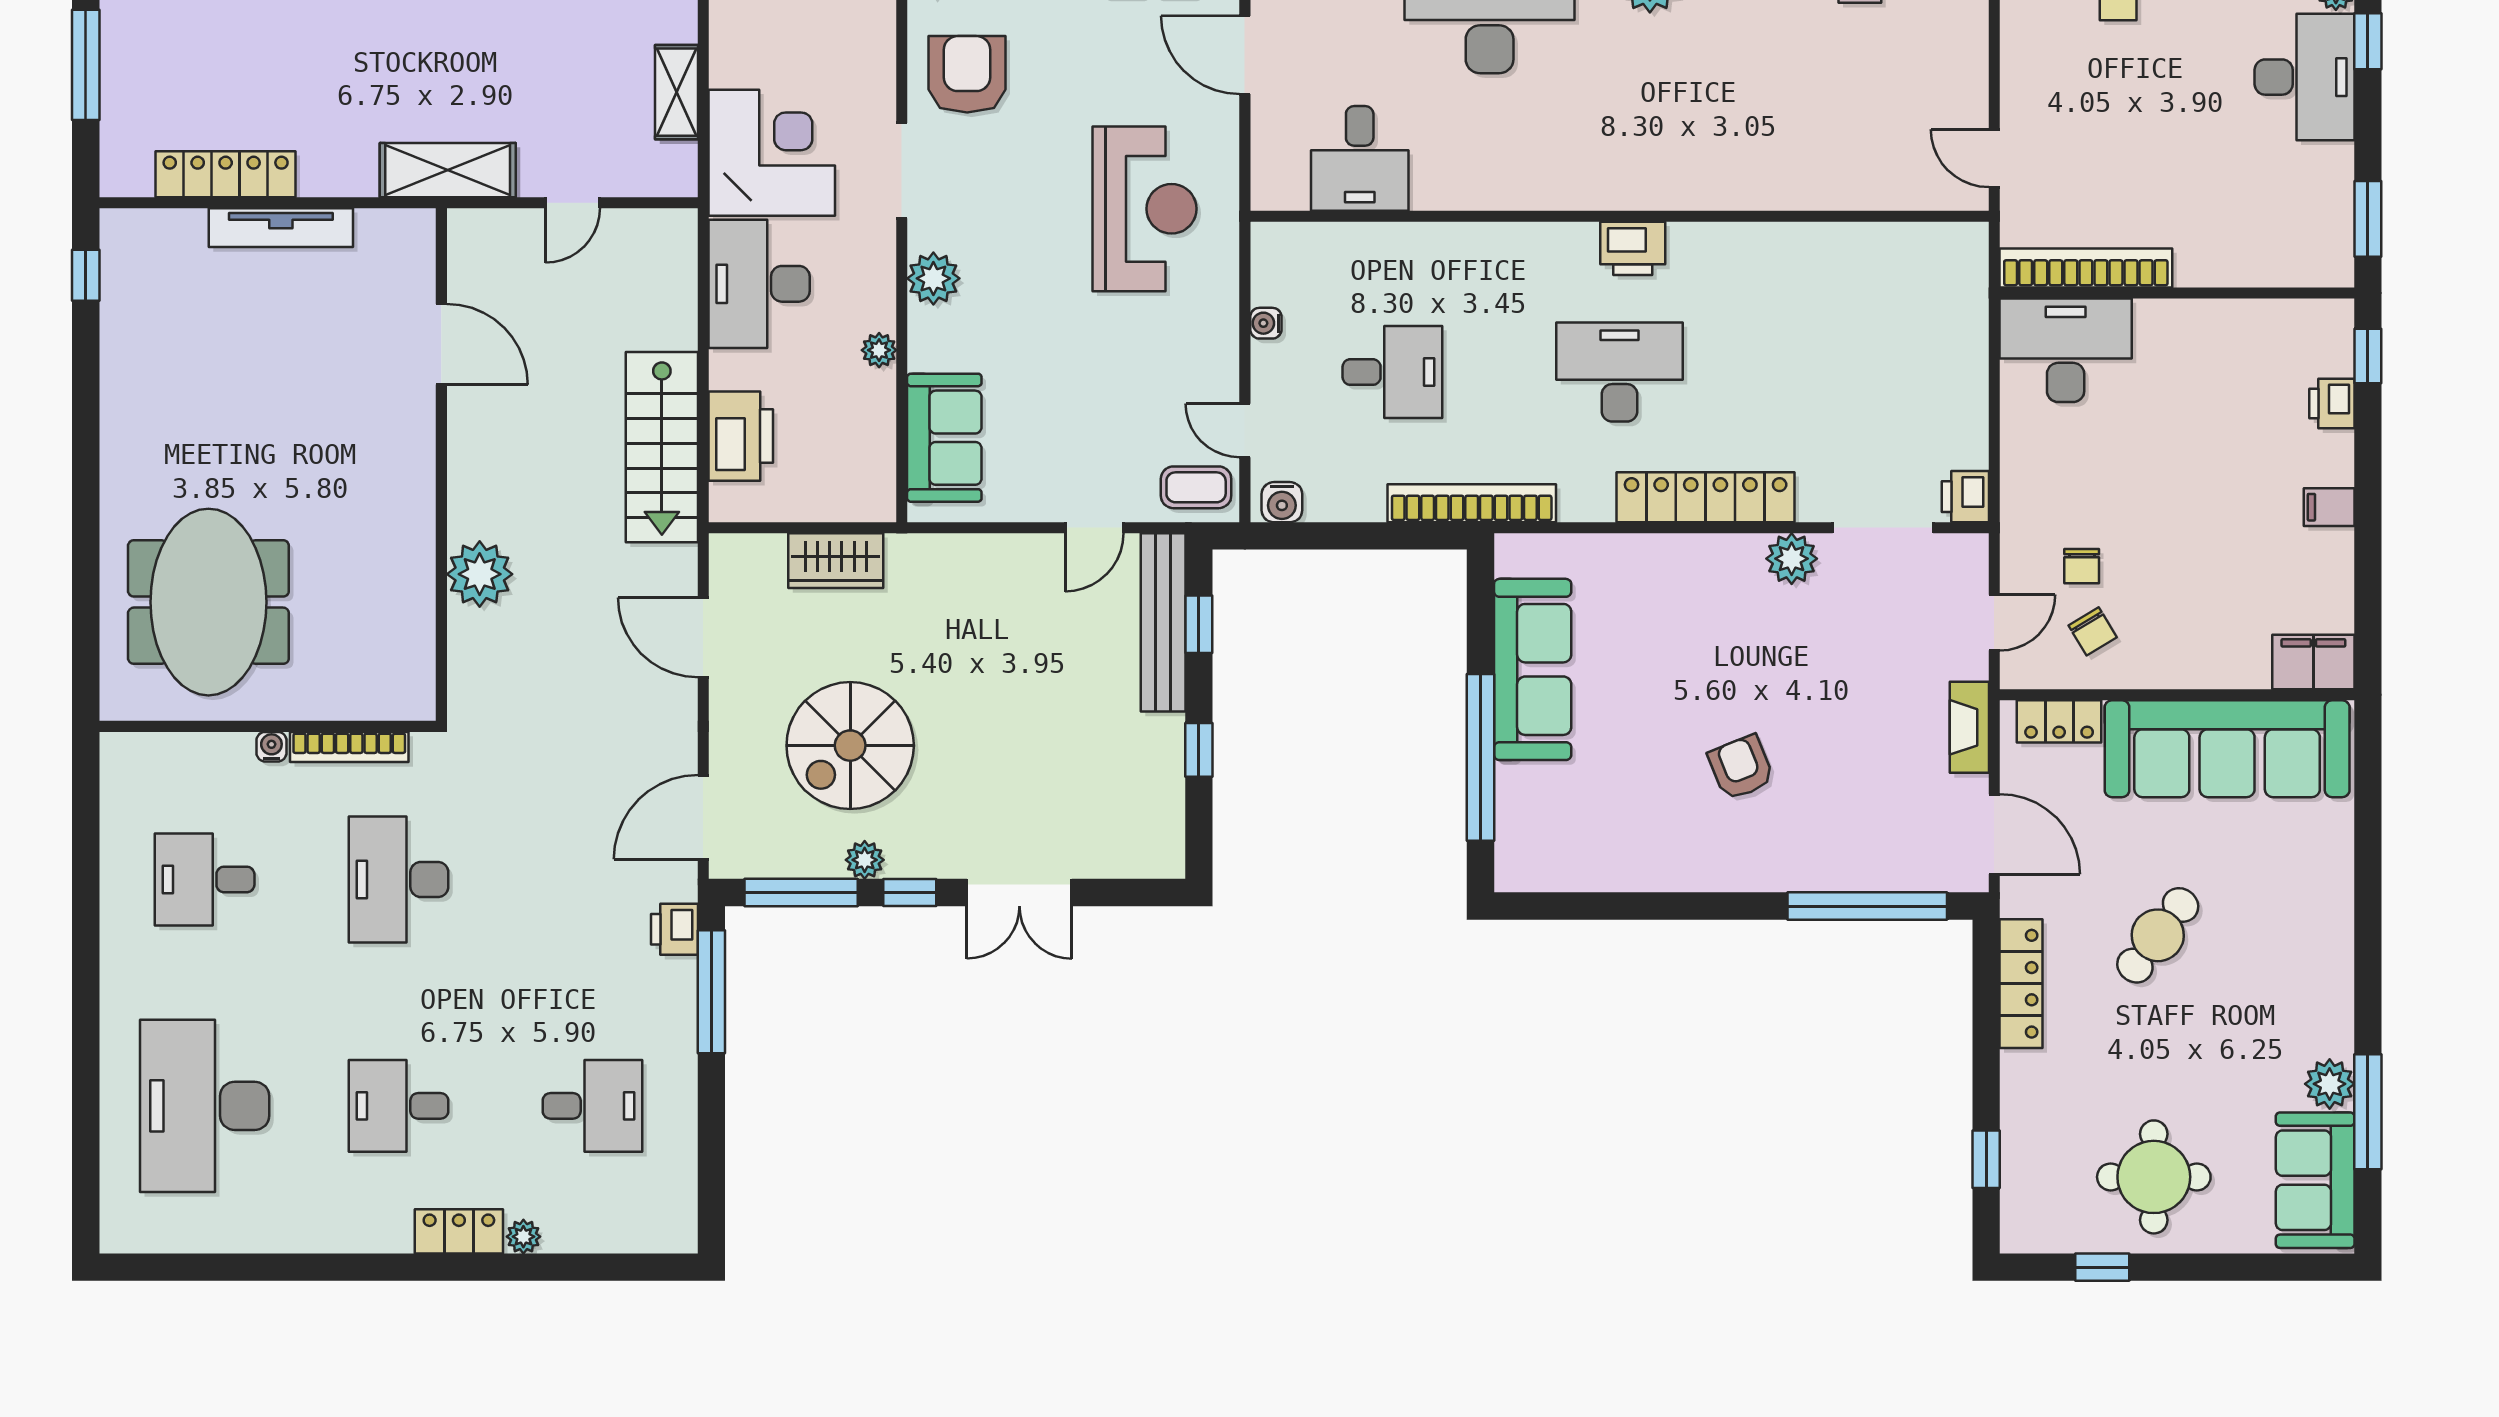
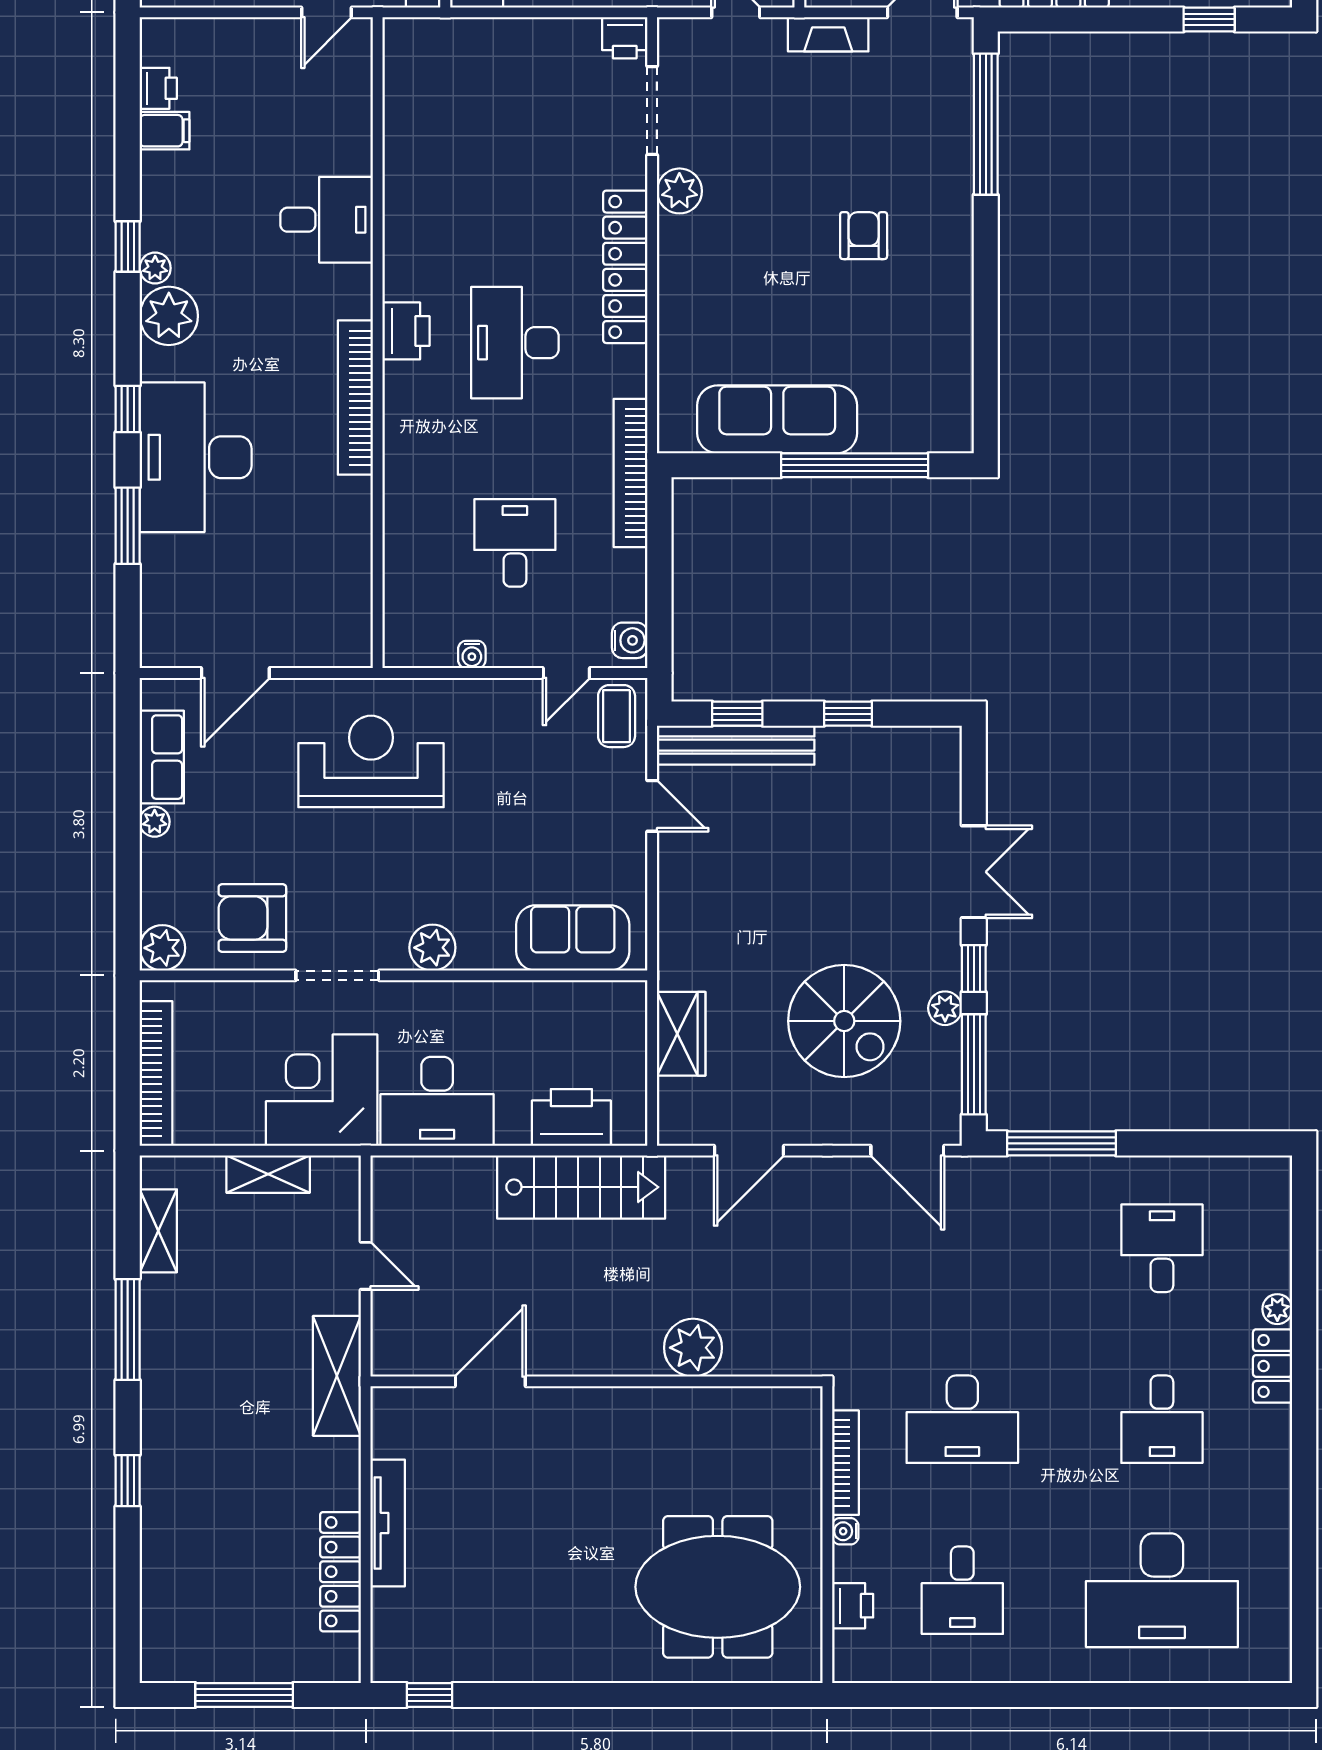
desk: (1360, 158) -> (327, 220), moved
bookcase: (1557, 191) -> (355, 398), added
plant: (879, 350) -> (496, 996), removed
armchair: (1741, 767) -> (864, 236), turned 112
printer: (674, 929) -> (853, 1606), moved, turned -90

